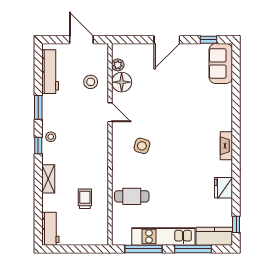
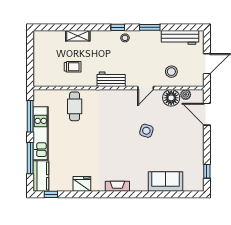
door: (167, 40) -> (207, 114), moved
sofa: (221, 63) -> (166, 182), moved
side table: (142, 146) -> (146, 131), moved
shelving: (48, 179) -> (78, 36), moved
workbench: (50, 229) -> (111, 79), moved, turned 180

